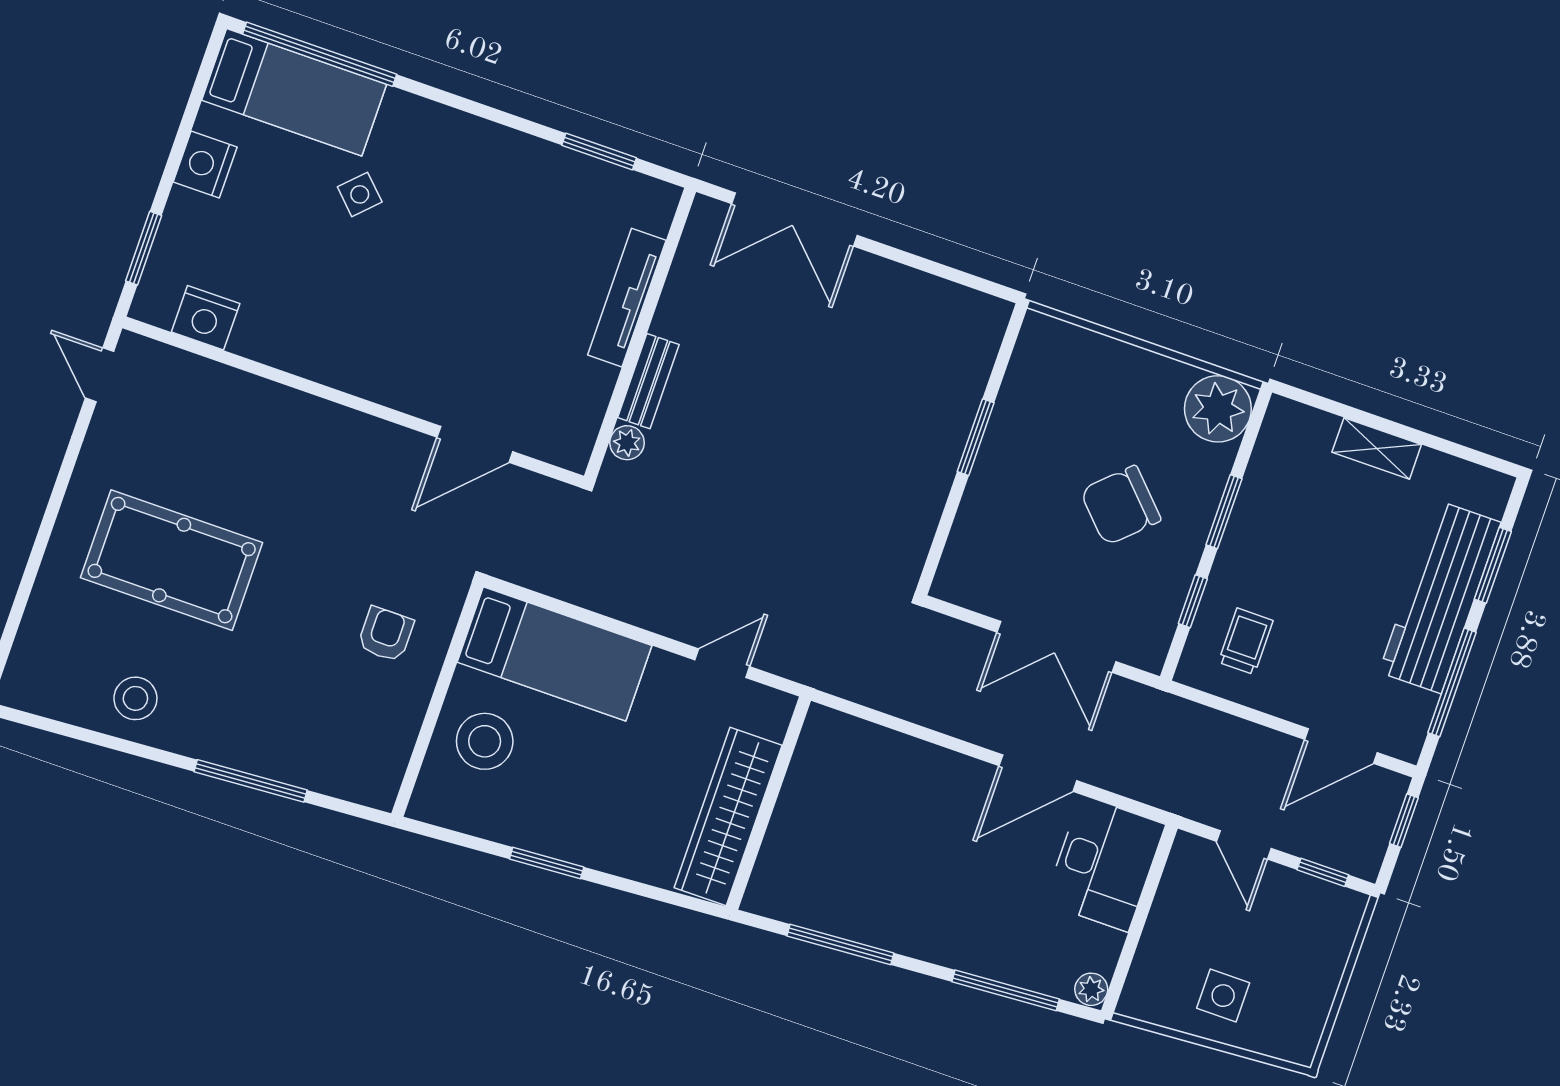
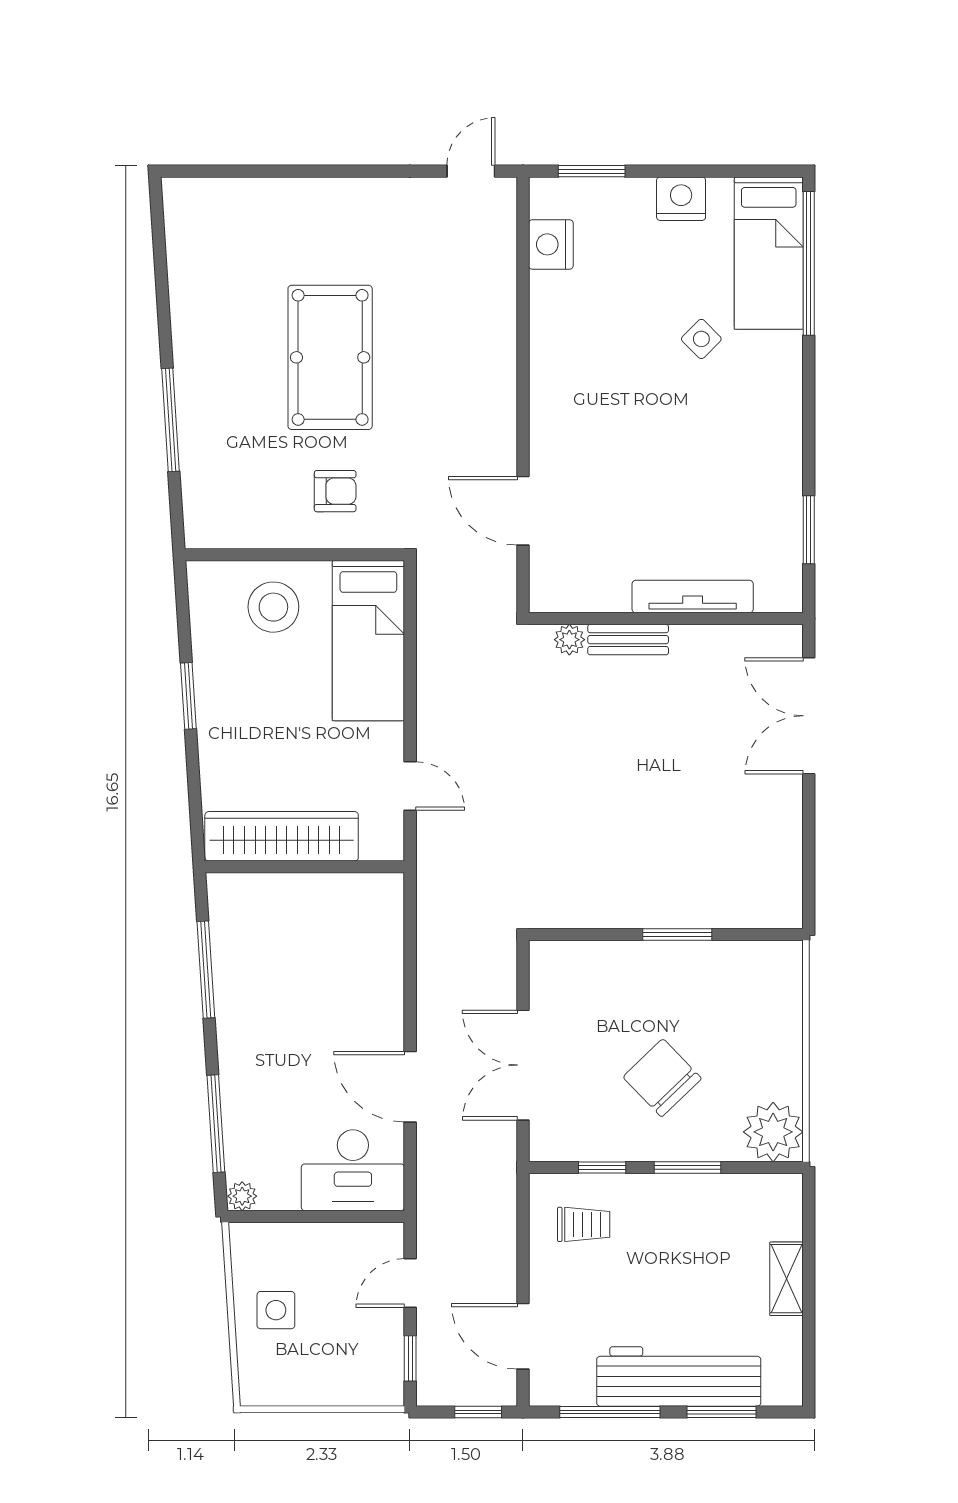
pool table: (172, 560) -> (330, 357), moved
stool: (135, 698) -> (207, 298), removed

